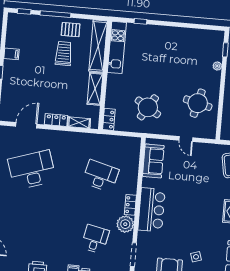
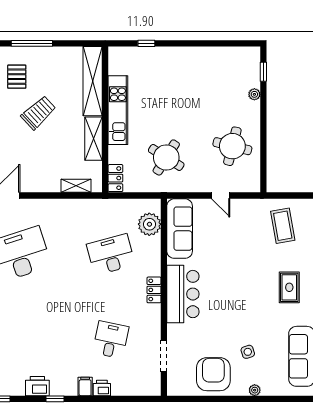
pallet: (71, 30) -> (17, 77), moved, turned 90
kitchen unit: (117, 47) -> (118, 110), moved
trolley: (64, 54) -> (38, 113), moved, turned 47
locker: (56, 120) -> (45, 185), removed
sofa: (153, 161) -> (180, 229), width x1.36
desk: (100, 176) -> (111, 255), turned -30
plant: (125, 224) -> (149, 224), moved

